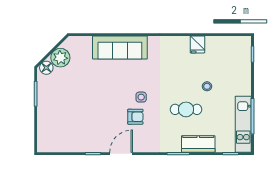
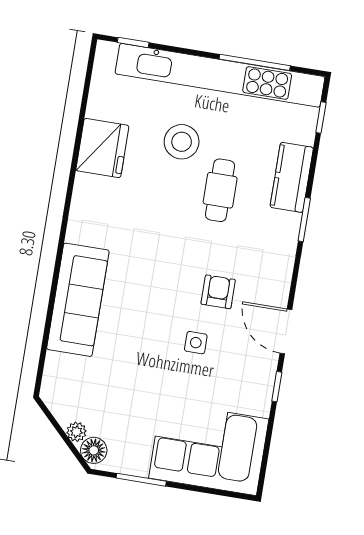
fridge: (197, 45) -> (102, 148), width x1.88, depth x1.34
plant: (60, 58) -> (76, 432), width x0.53, depth x0.53
stool: (207, 86) -> (182, 142), width x1.89, depth x1.89
side table: (141, 97) -> (196, 343), moved
kitchen unit: (243, 124) -> (220, 75), width x1.86
corner sofa: (57, 125) -> (209, 449), added

